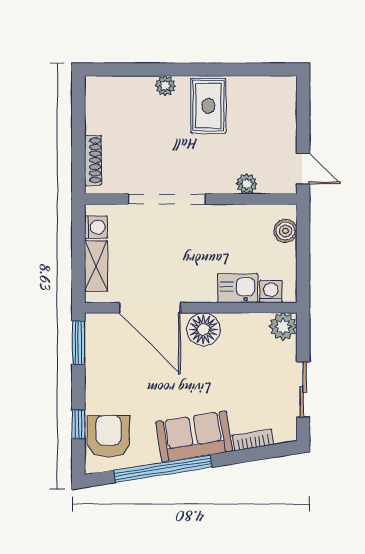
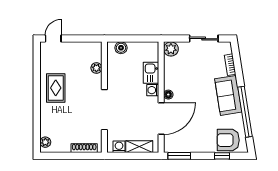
plant: (165, 86) -> (45, 142), moved
rug: (208, 106) -> (56, 88), turned 90
door: (303, 169) -> (53, 39), moved
washing machine: (271, 292) -> (153, 90), moved
floor lamp: (204, 329) -> (168, 95), width x0.53, depth x0.53

